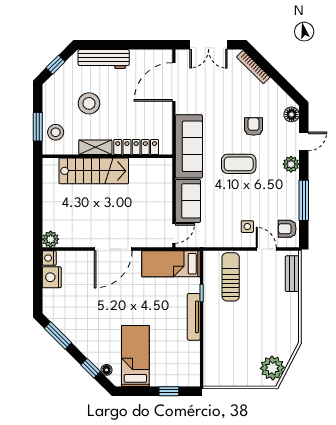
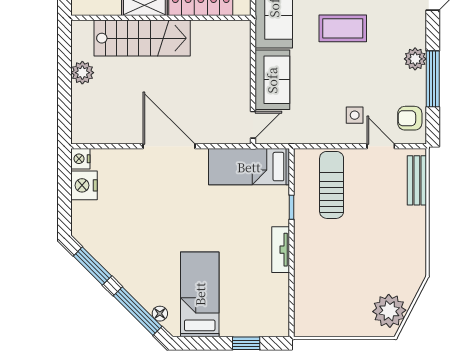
plant: (291, 164) -> (415, 59), moved
plant: (51, 239) -> (82, 73), moved
door: (113, 249) -> (169, 146), swing flipped
tv unit: (194, 317) -> (281, 250), width x0.71
window: (90, 368) -> (138, 311), width x2.17

